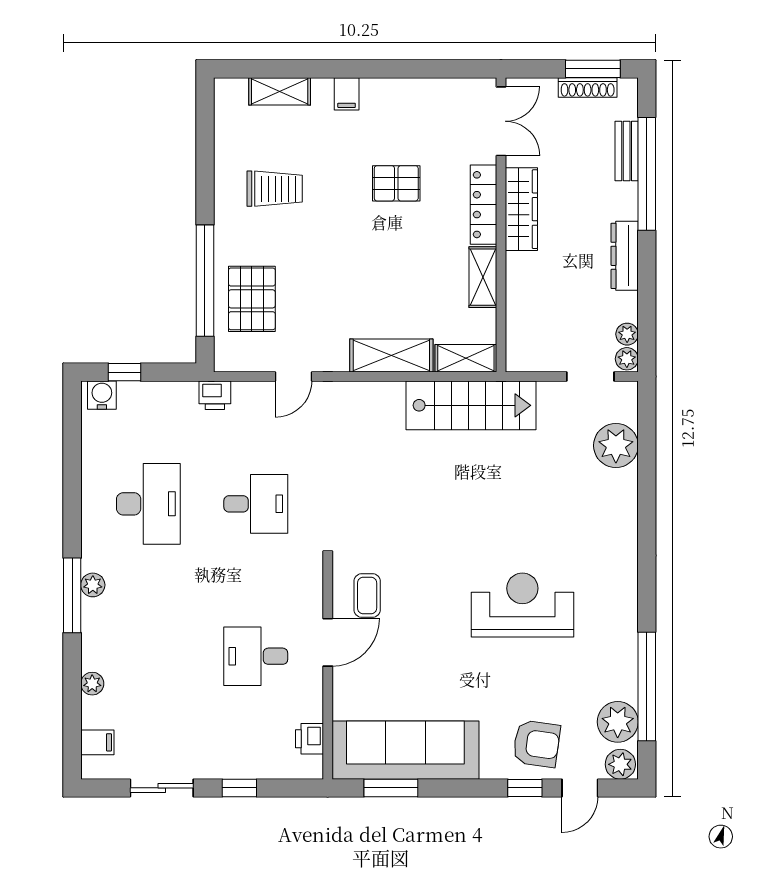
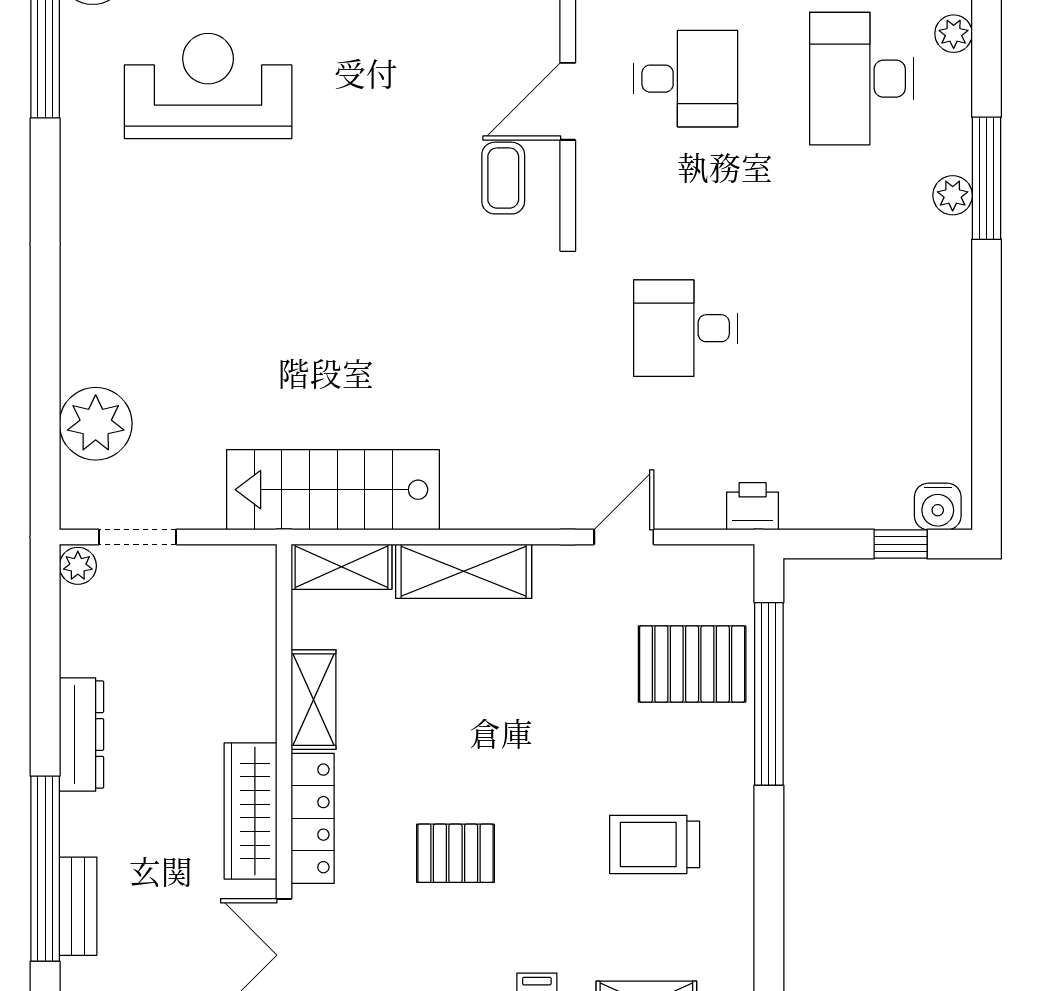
pallet: (252, 299) -> (692, 664), turned 90
plant: (627, 334) -> (77, 606), removed
desk: (148, 504) -> (862, 79), moved
reception desk: (522, 605) -> (208, 86), moved, turned 180

